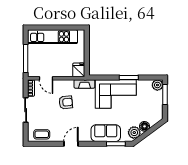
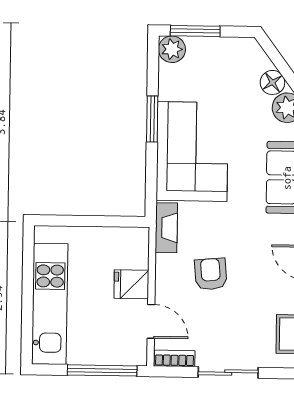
fridge: (79, 70) -> (131, 284), moved
door: (46, 78) -> (151, 321), hinge flipped

